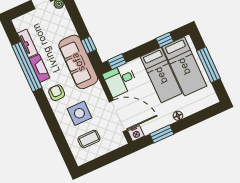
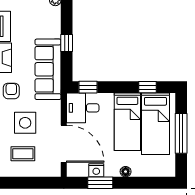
window: (89, 45) -> (67, 43), moved
nightstand: (136, 133) -> (96, 170), moved

